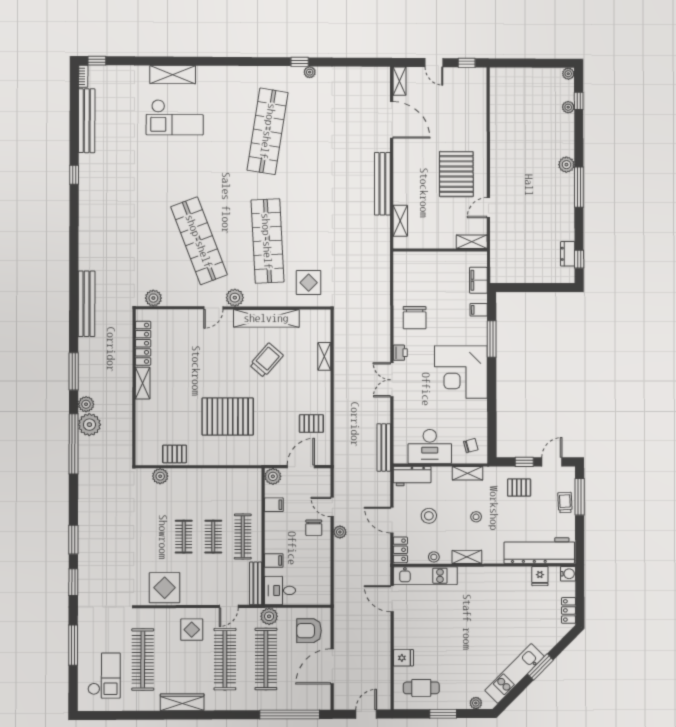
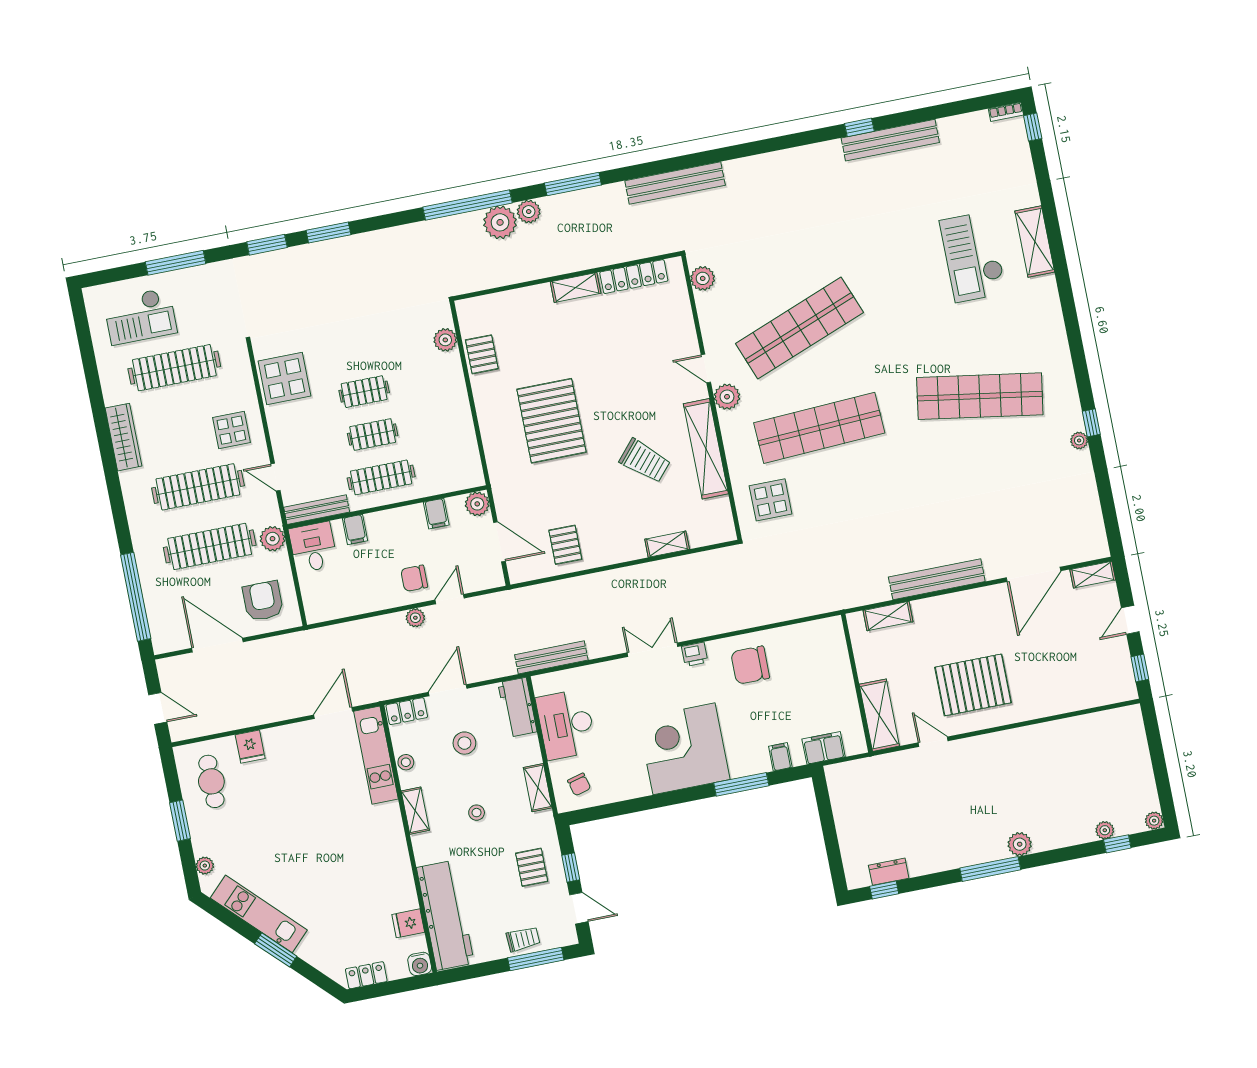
bench: (87, 121) -> (890, 140), moved
shelving: (472, 242) -> (879, 715), width x1.50, depth x1.33

